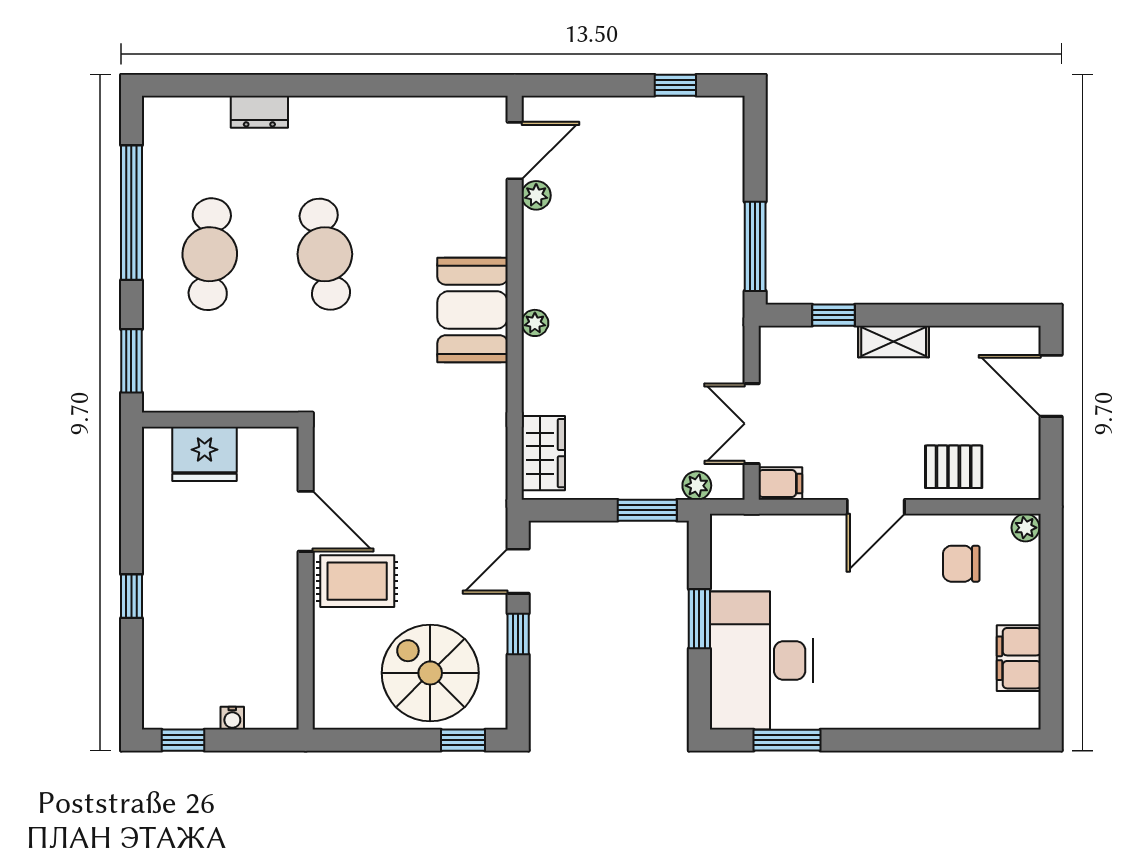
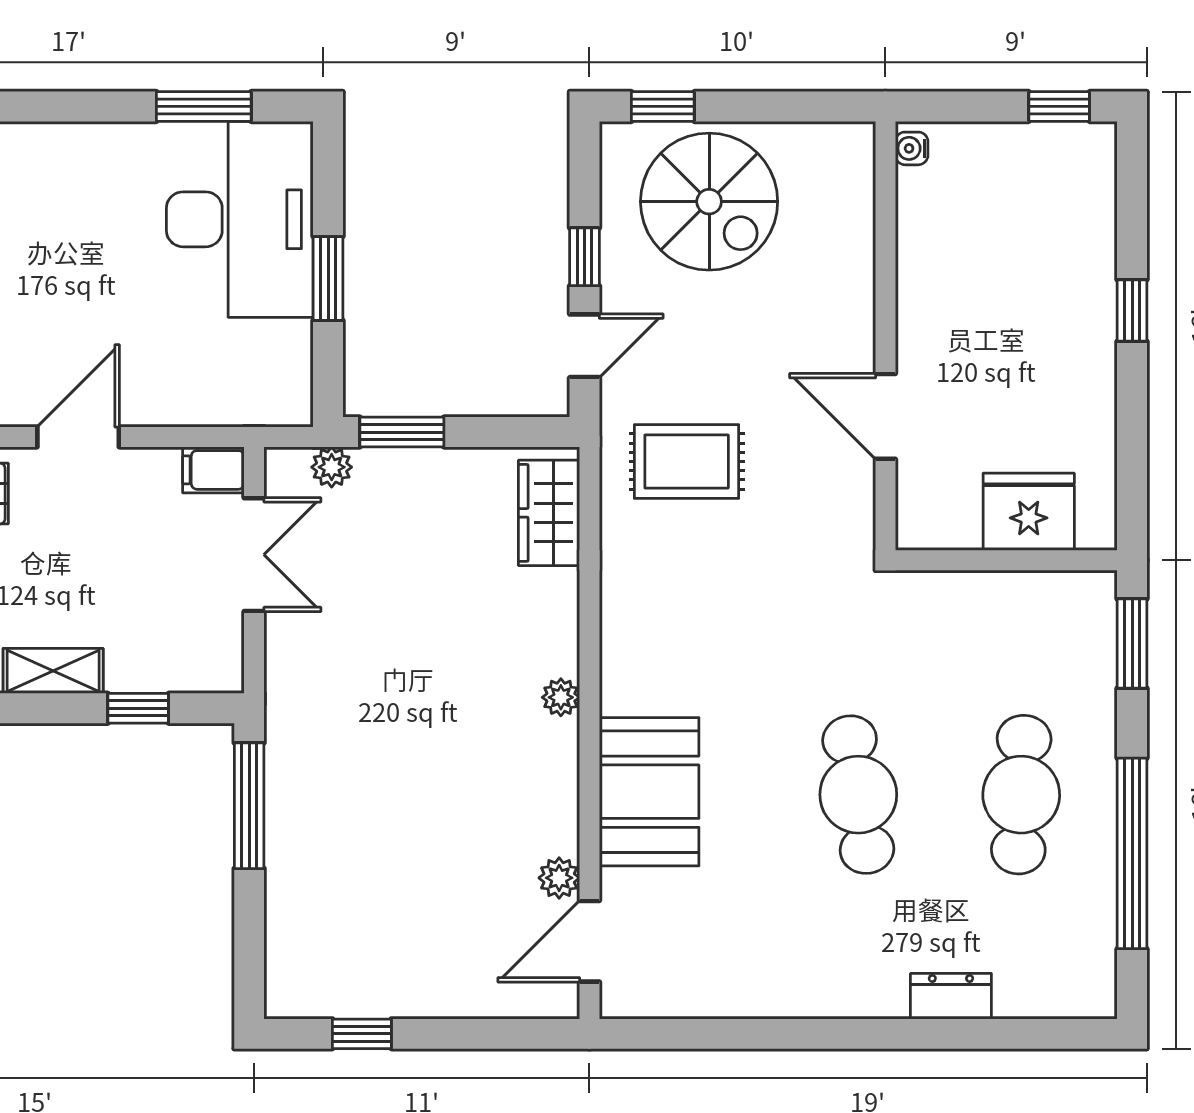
booth: (473, 310) -> (649, 792), moved
rug: (357, 581) -> (687, 462), moved
water cooler: (232, 718) -> (912, 148), moved, turned -90

